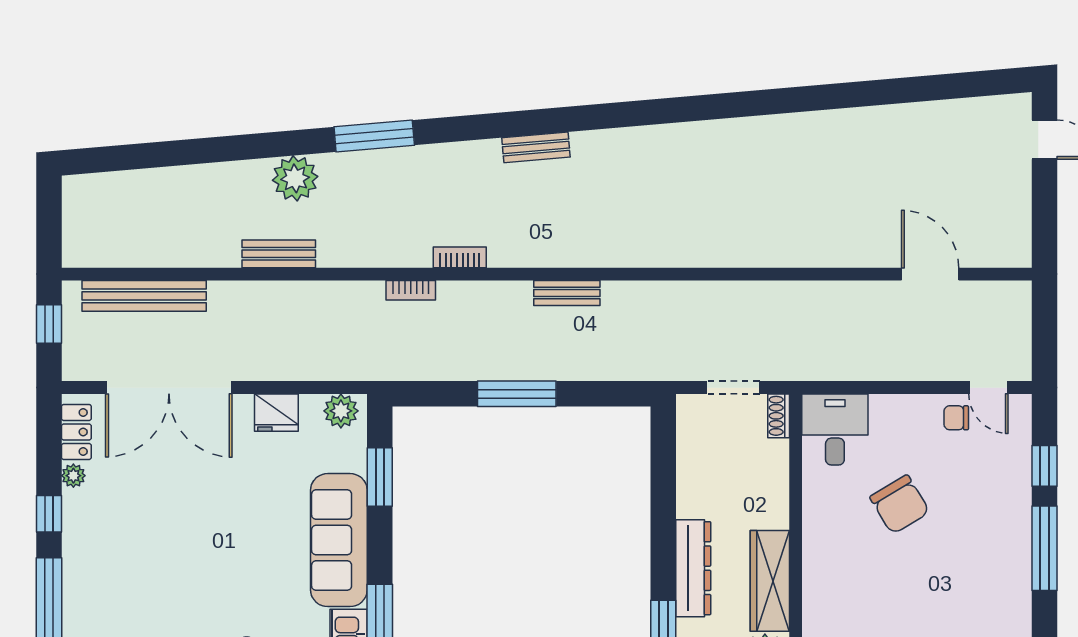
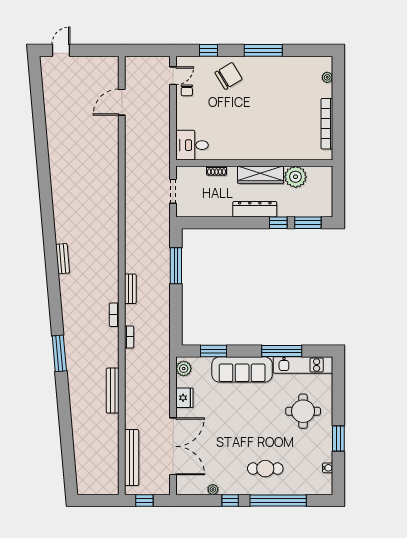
bench: (536, 147) -> (63, 259), moved
plant: (295, 178) -> (78, 389), removed
bench: (279, 254) -> (113, 391), width x1.36
bench: (567, 293) -> (130, 289), moved
window: (517, 394) -> (176, 266), moved
shoe rack: (779, 416) -> (216, 171), moved
locker: (76, 432) -> (193, 488), removed
chair: (900, 505) -> (229, 76), moved
window: (1045, 548) -> (263, 50), moved
cafe table: (120, 591) -> (265, 469), added

